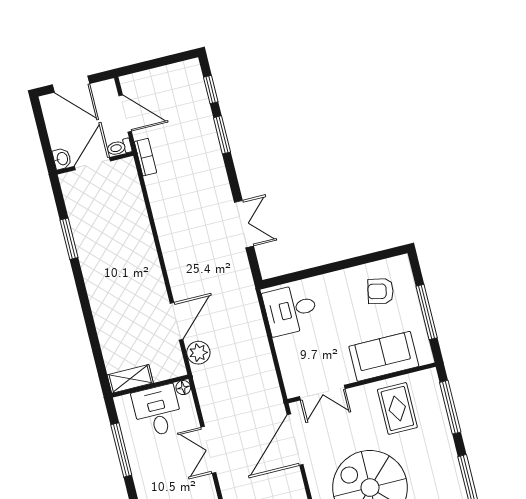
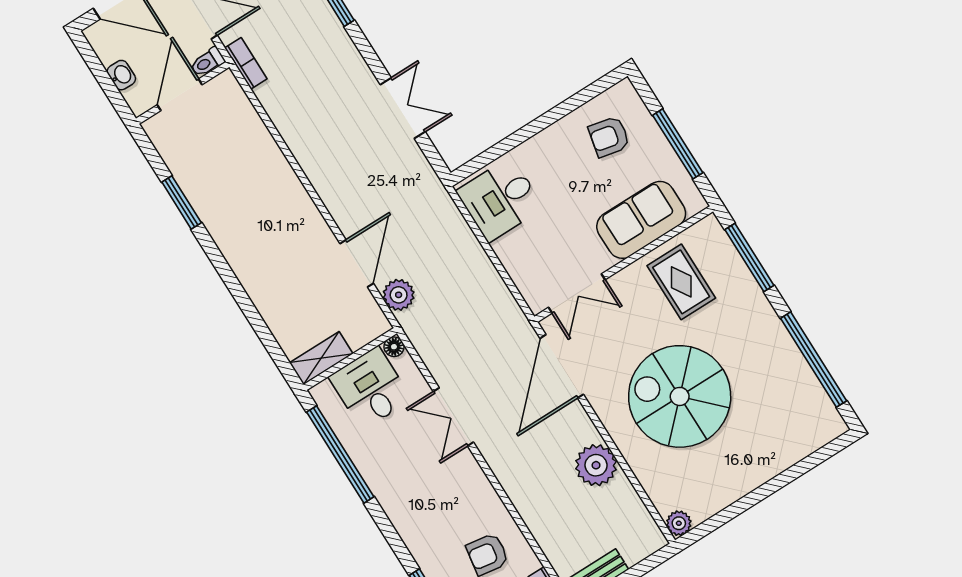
washbasin: (62, 159) -> (121, 75), moved
window: (121, 450) -> (340, 454), width x1.46

